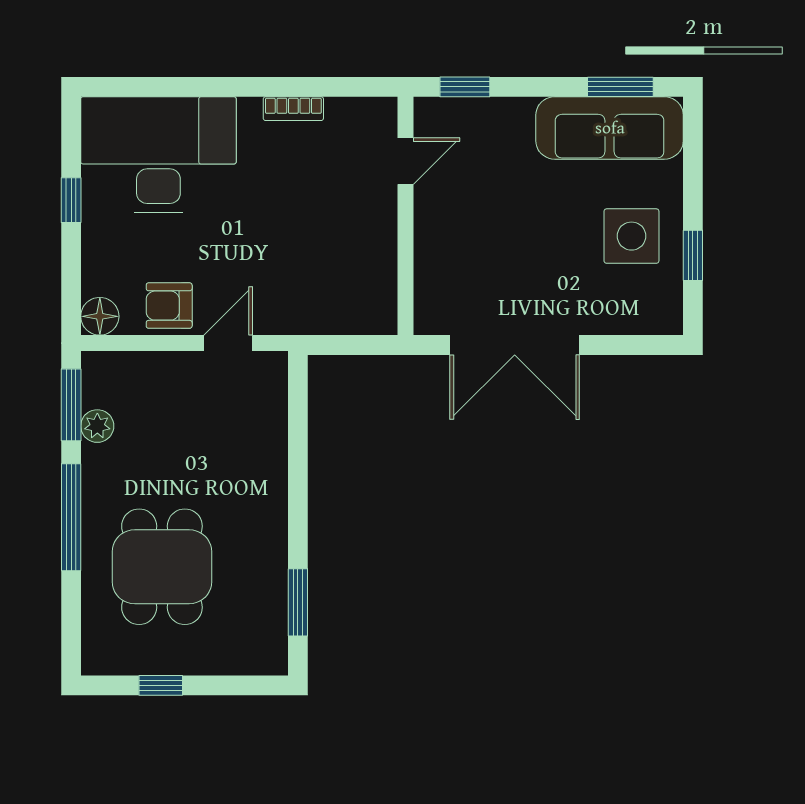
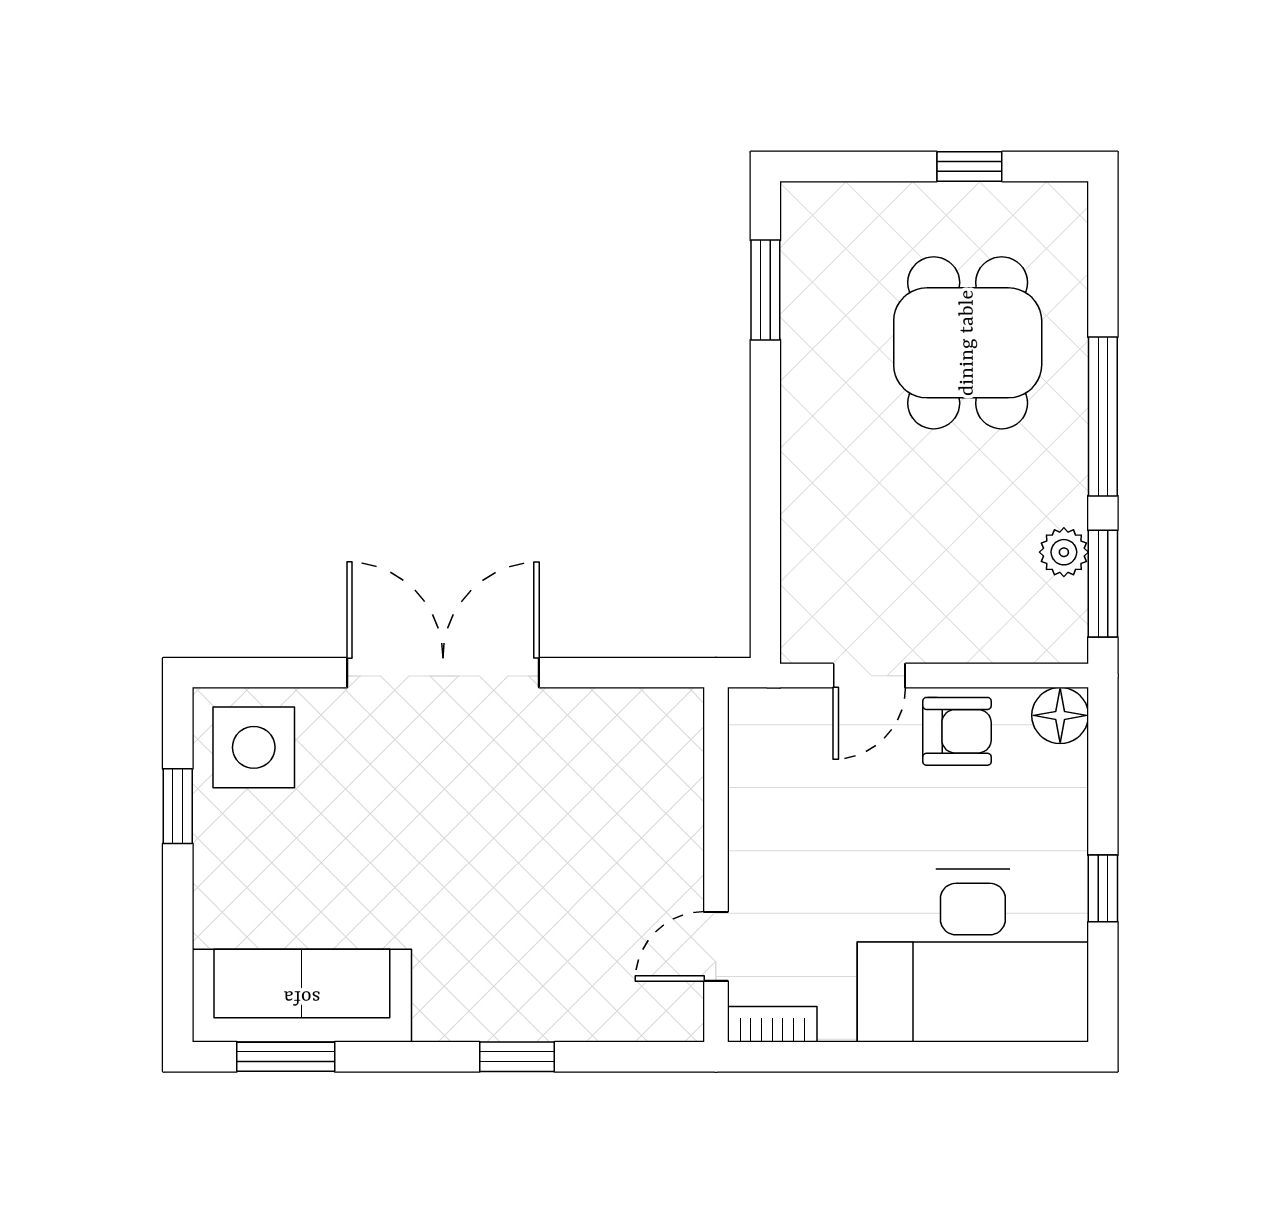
door: (405, 161) -> (716, 946), moved
wall: (405, 216) -> (716, 865), moved
side table: (631, 236) -> (254, 747), moved

